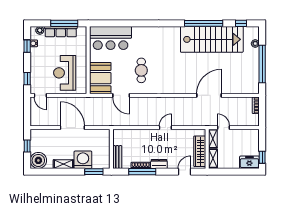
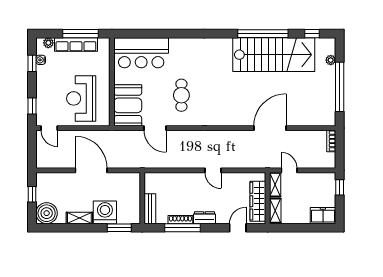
door: (165, 128) -> (213, 170), swing flipped
window: (262, 157) -> (340, 187), moved

